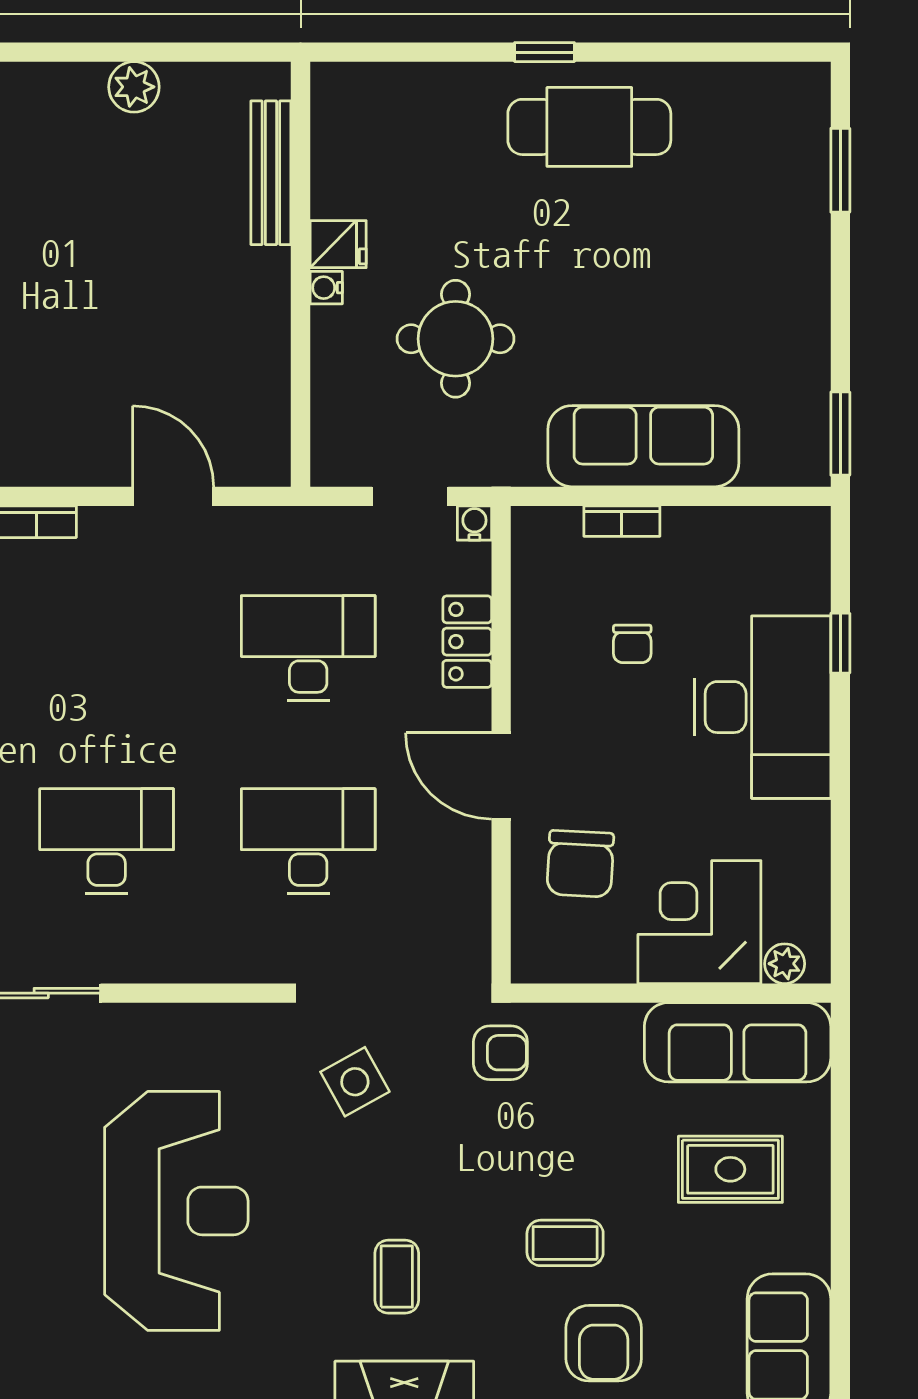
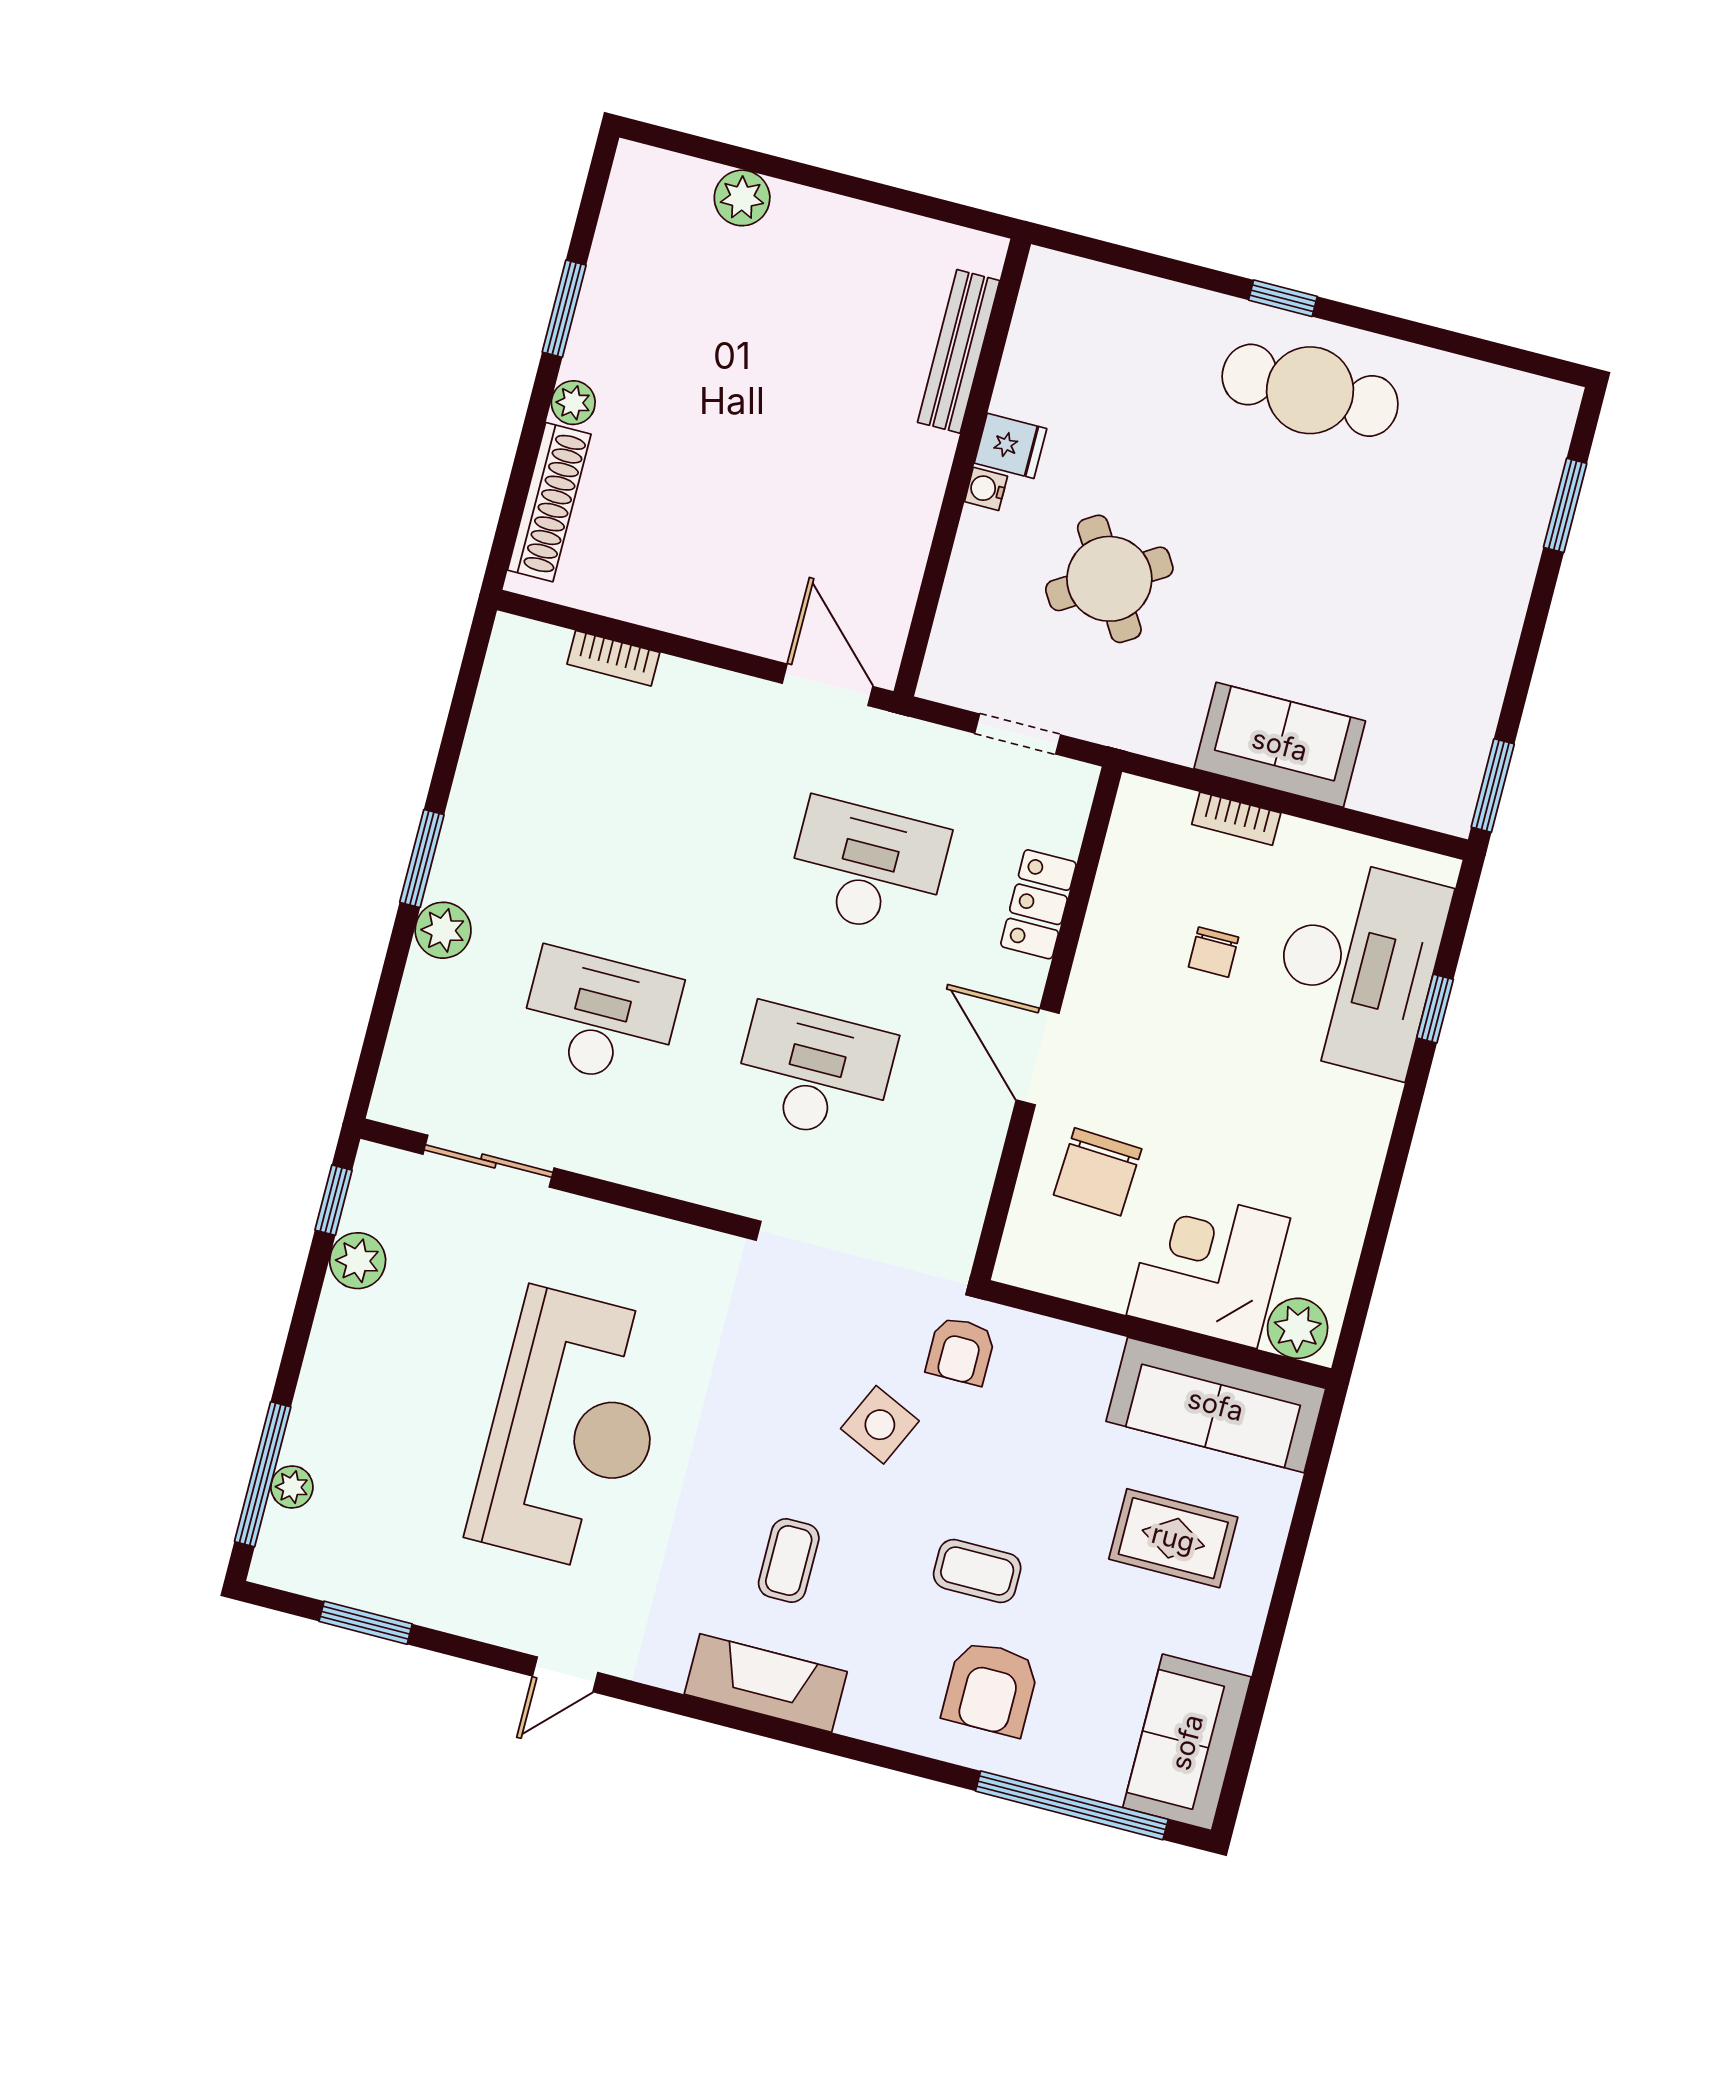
plant: (134, 87) -> (742, 198), moved
round table: (456, 339) -> (1109, 579), turned -32
sofa: (643, 446) -> (1280, 745), width x0.73
door: (173, 496) -> (828, 685), moved
water cooler: (474, 523) -> (1079, 780), removed
desk: (762, 707) -> (1357, 967), moved
plant: (785, 964) -> (1298, 1328), width x1.38, depth x1.38
armchair: (500, 1053) -> (961, 1351), turned 90
side table: (355, 1082) -> (880, 1425), moved, turned -36

